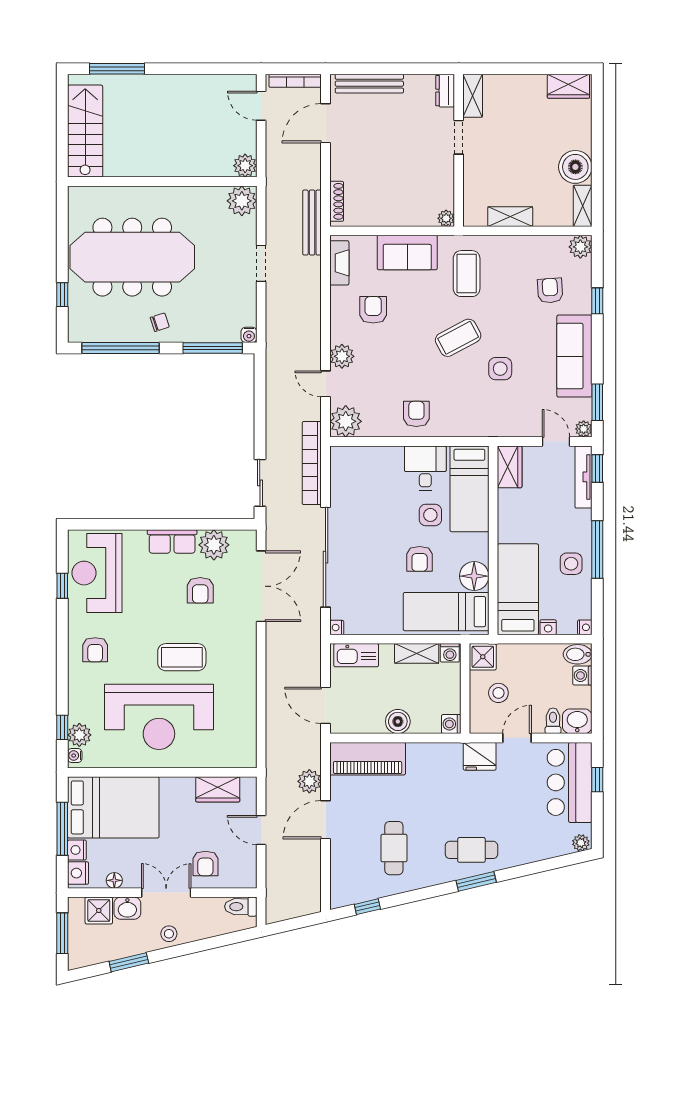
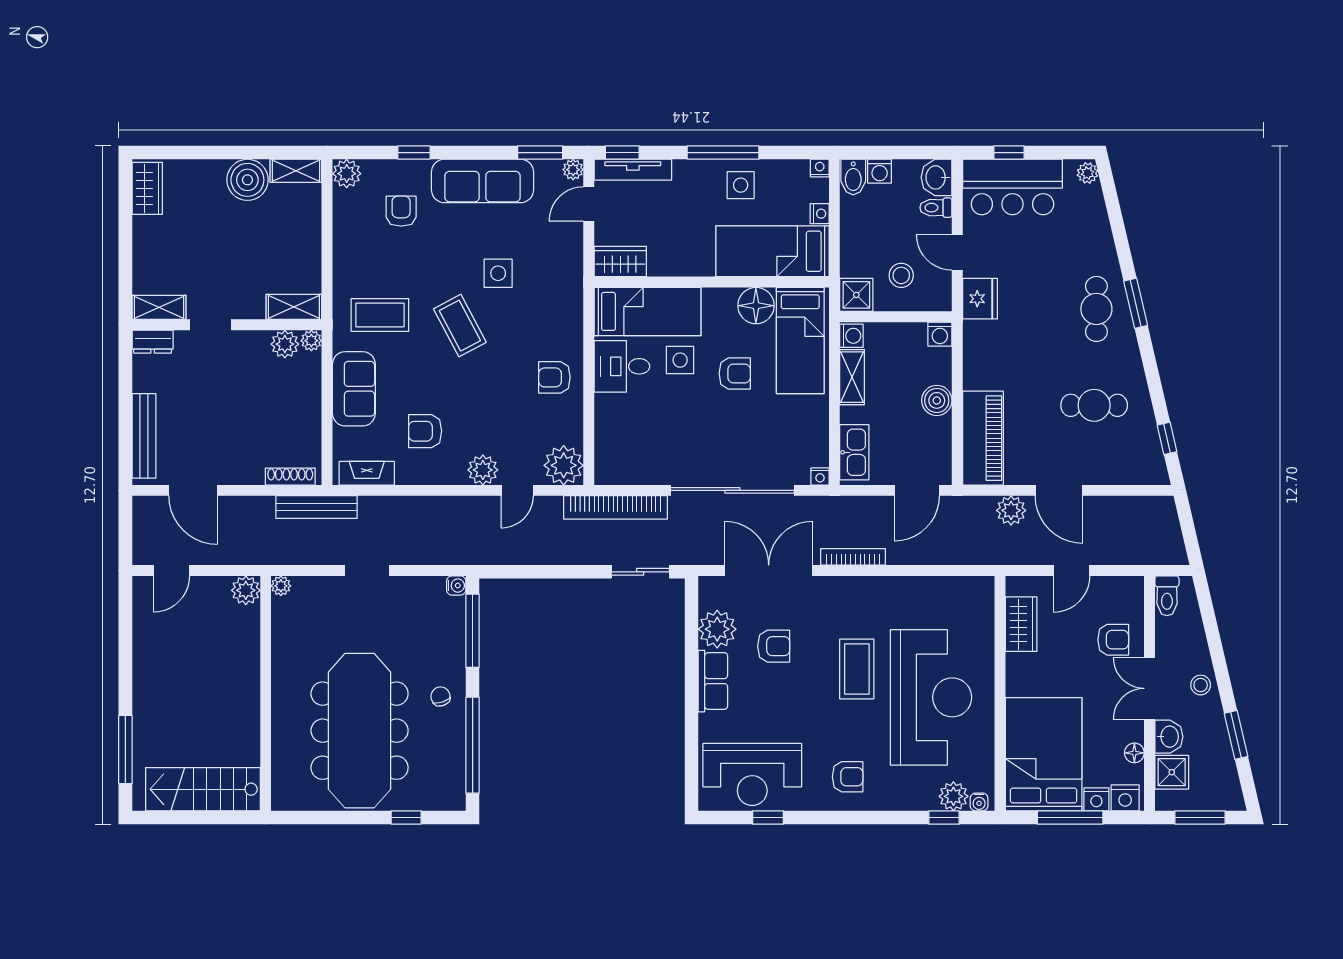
bookcase: (295, 81) -> (853, 557), moved, turned -90
plant: (443, 197) -> (285, 344), added
plant: (242, 201) -> (281, 586), width x0.53, depth x0.53
shelving: (510, 217) -> (294, 307), moved, turned 90
armchair: (550, 291) -> (401, 211), turned 94

